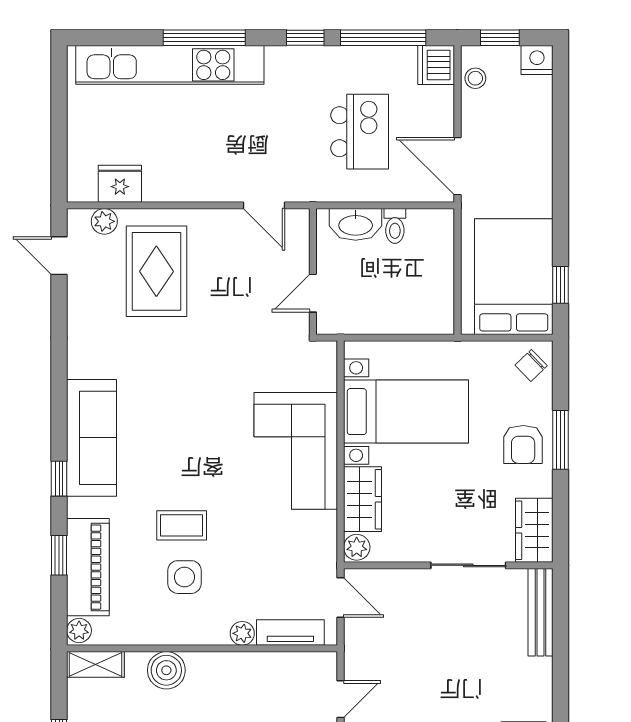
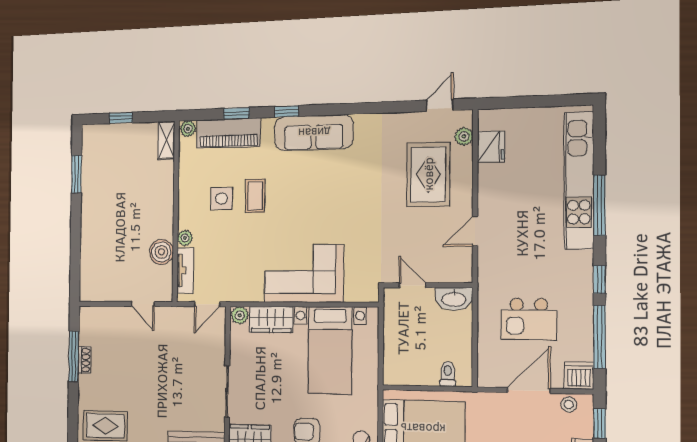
door: (457, 166) -> (529, 390), moved
door: (264, 205) -> (475, 231), moved
washbasin: (356, 224) -> (454, 299), moved, turned -90
toilet: (395, 226) -> (448, 374), moved, turned 90
rug: (156, 271) -> (428, 174), turned 90
boiler: (166, 670) -> (161, 252), moved

